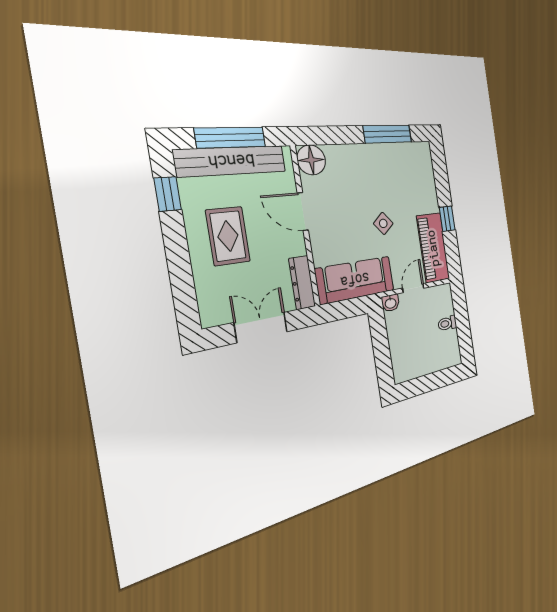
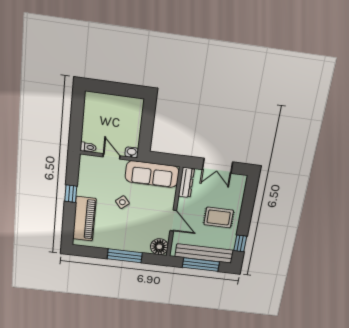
window: (388, 134) -> (125, 256), moved
rug: (228, 236) -> (219, 217), turned 90
piano: (433, 248) -> (84, 219), moved
door: (413, 288) -> (112, 156), swing flipped
toilet: (447, 323) -> (88, 147), moved

